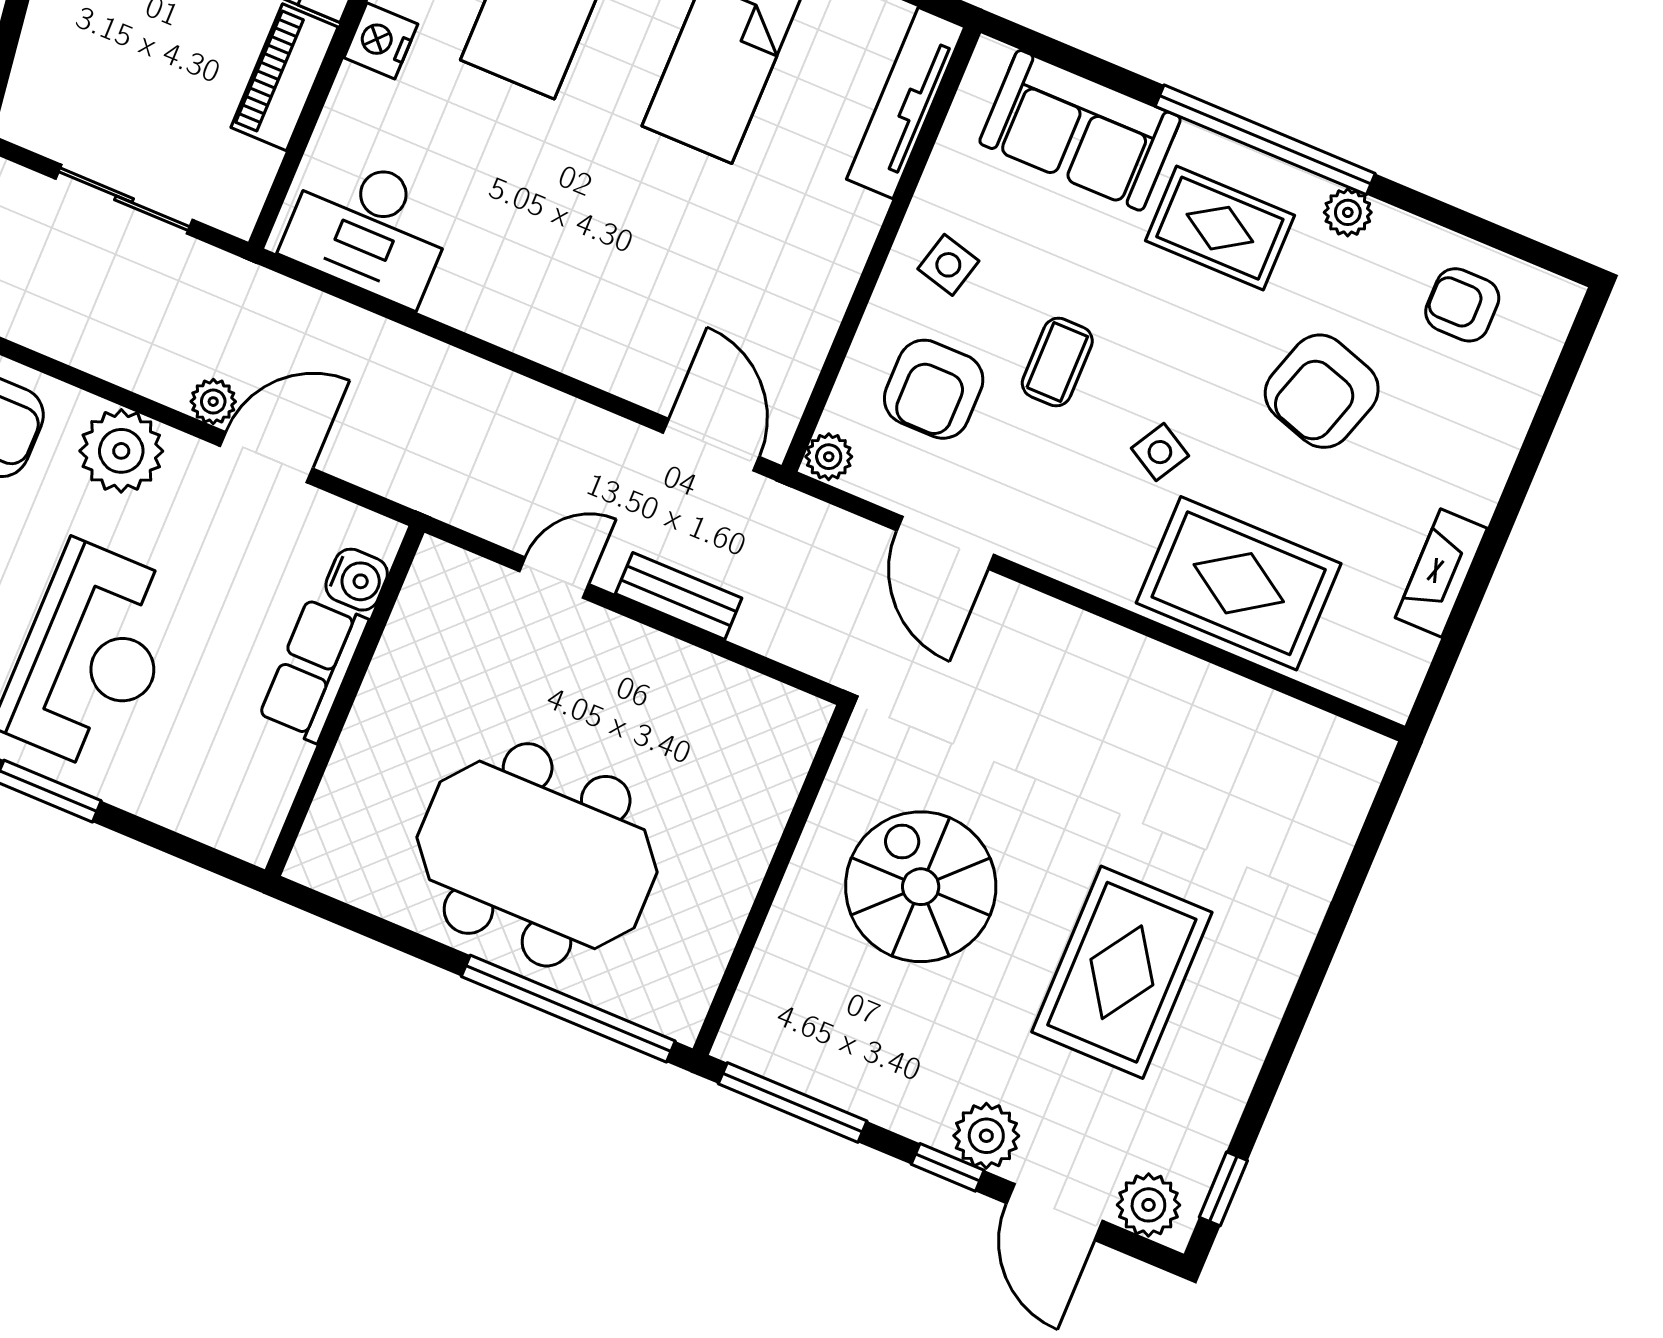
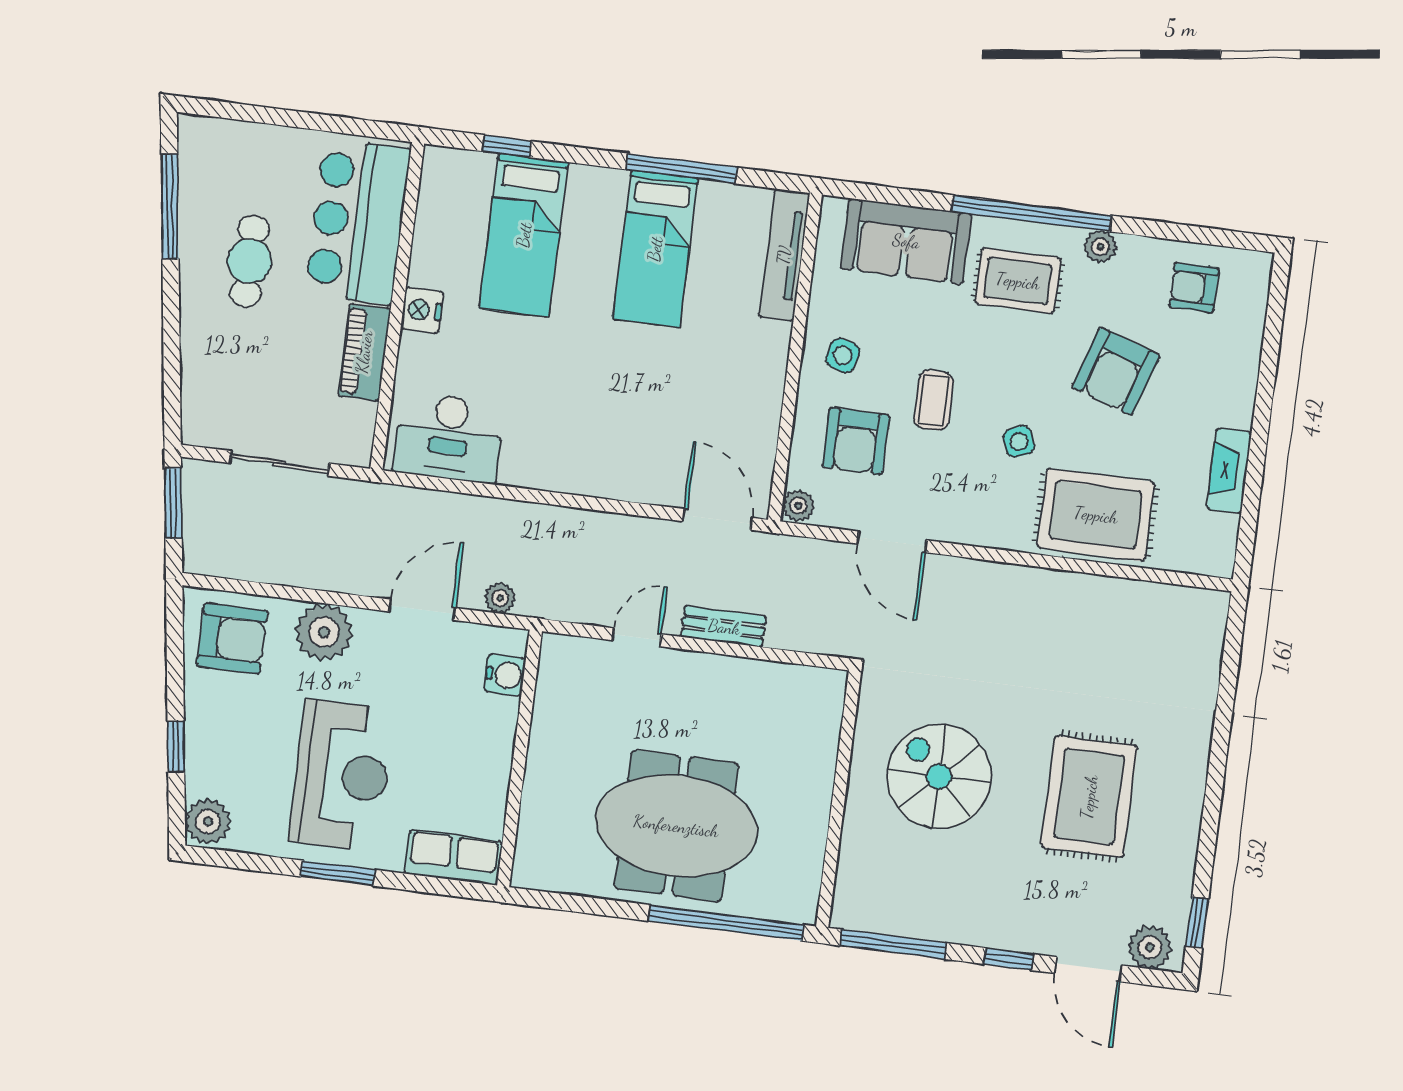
plant: (213, 402) -> (500, 598), moved
side table: (1160, 452) -> (1019, 442), turned 38
row of seats: (313, 669) -> (453, 857), moved, turned 90
plant: (986, 1136) -> (1029, 931), removed

